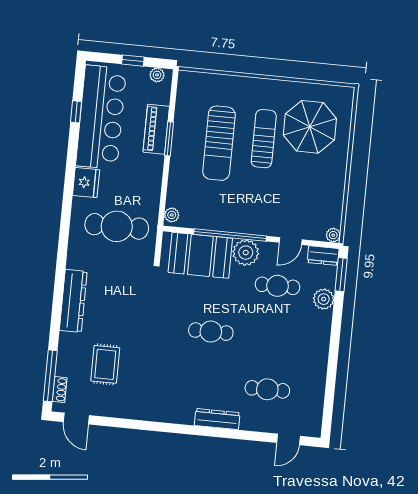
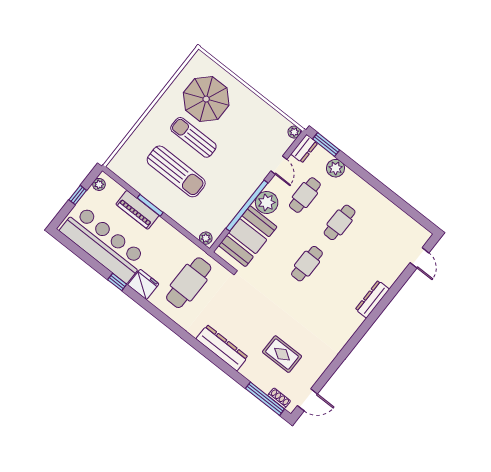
window: (76, 112) -> (117, 282), moved
cafe table: (267, 389) -> (340, 222), moved

